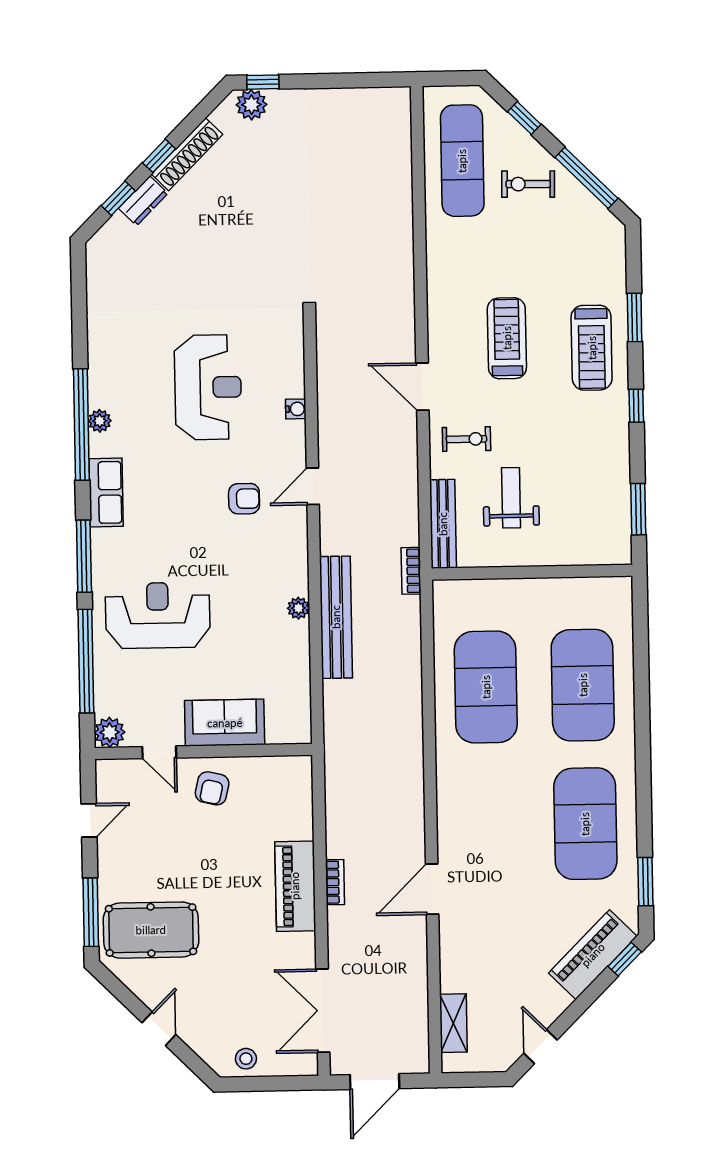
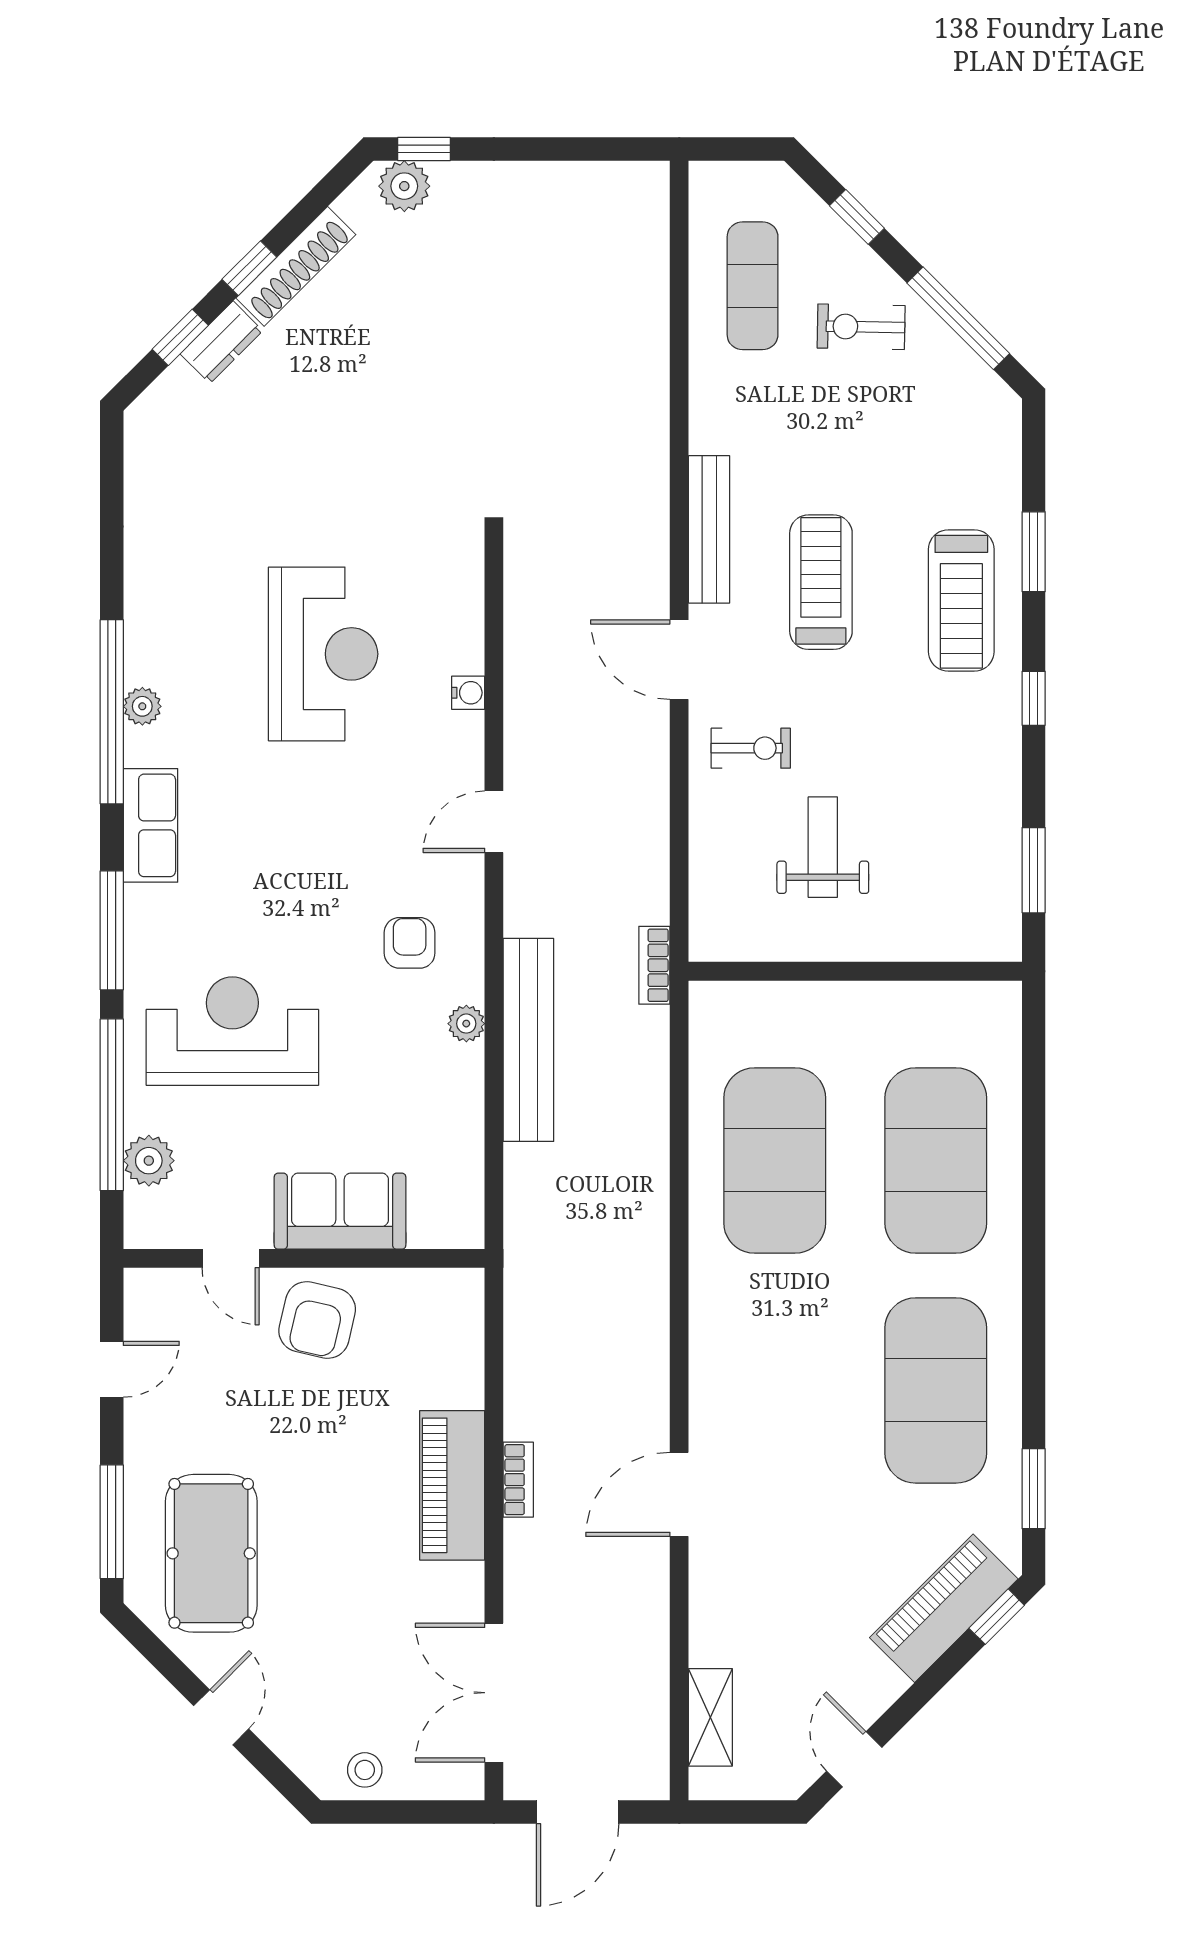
exercise mat: (462, 161) -> (753, 286), width x0.73, depth x0.69
armchair: (244, 499) -> (410, 943), moved, turned -90
bench: (443, 524) -> (709, 529), moved
plant: (110, 732) -> (149, 1161), moved
armchair: (212, 788) -> (317, 1320), width x1.38, depth x1.38
pool table: (151, 930) -> (211, 1553), turned 90

